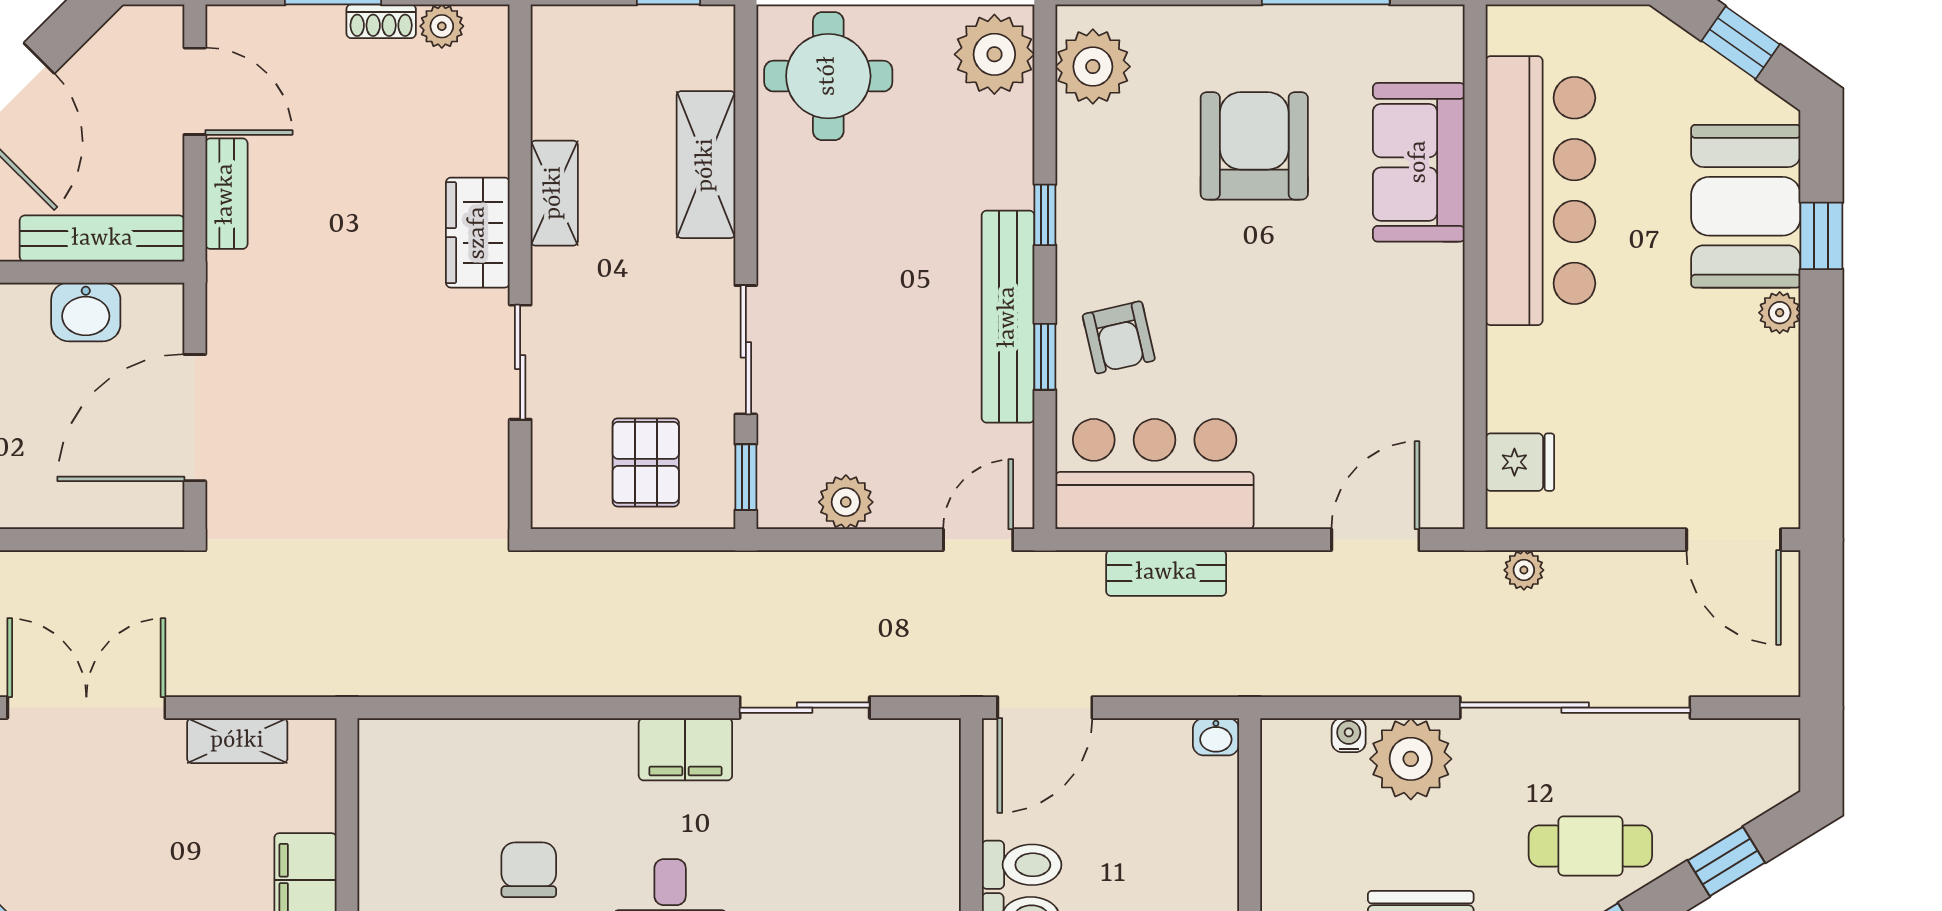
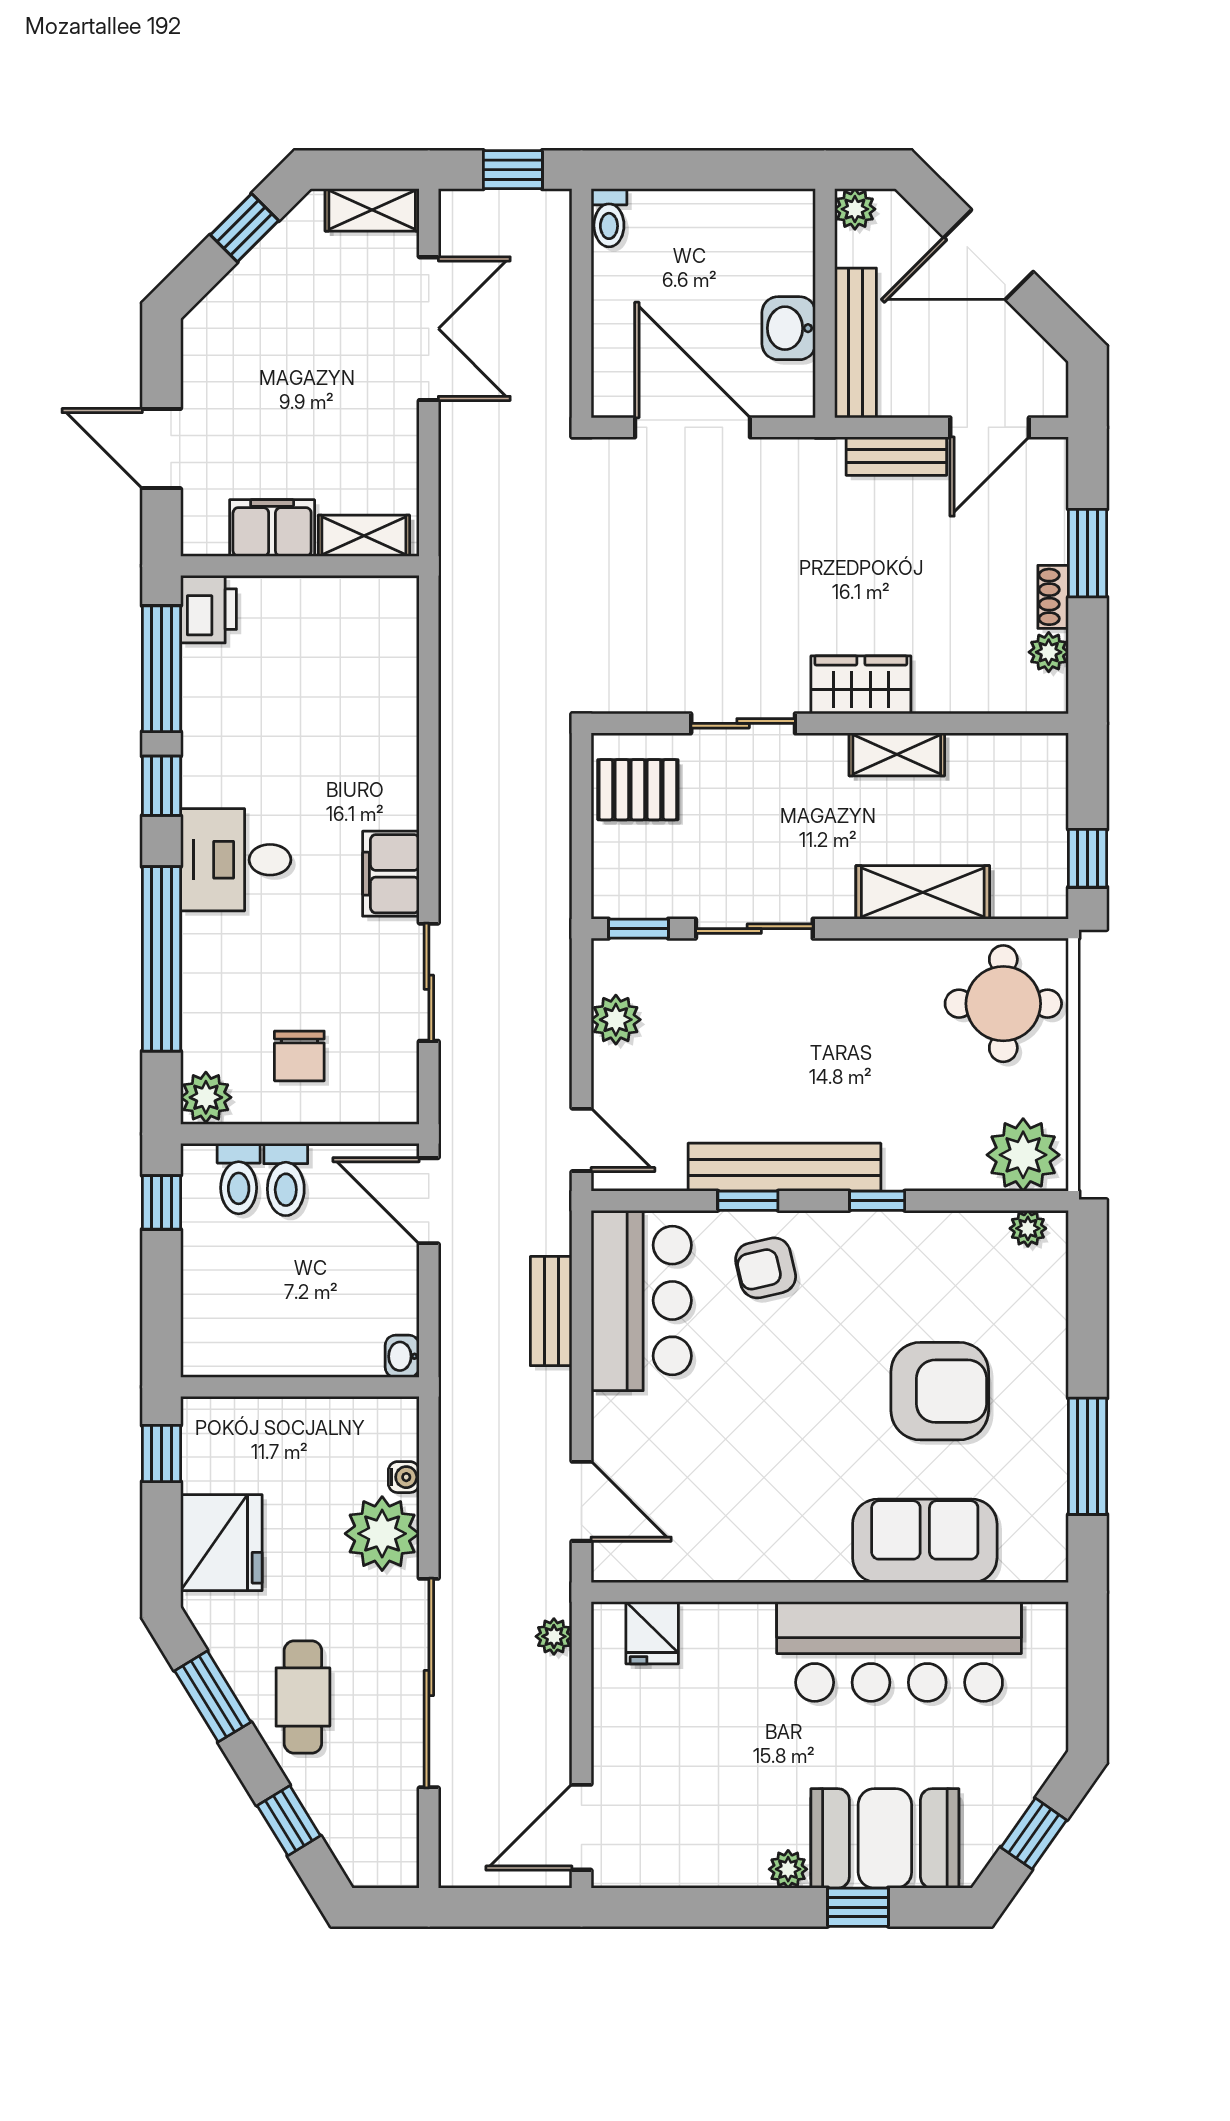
plant: (1093, 67) -> (1028, 1228), width x0.53, depth x0.53
pallet: (646, 462) -> (638, 790), moved
shelving: (237, 741) -> (364, 536), moved, turned 90
chair: (529, 870) -> (299, 1056), moved, turned 90

